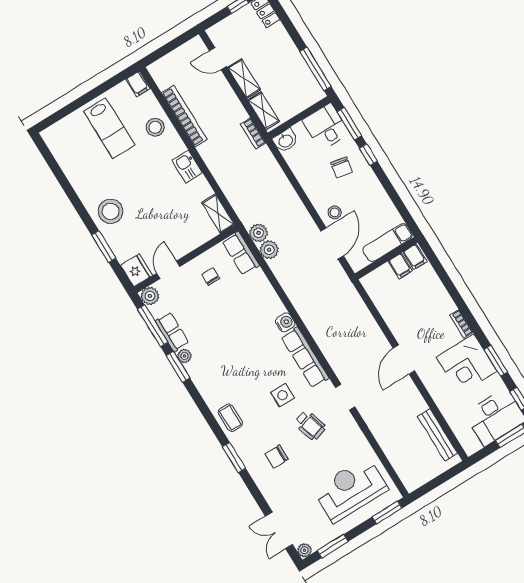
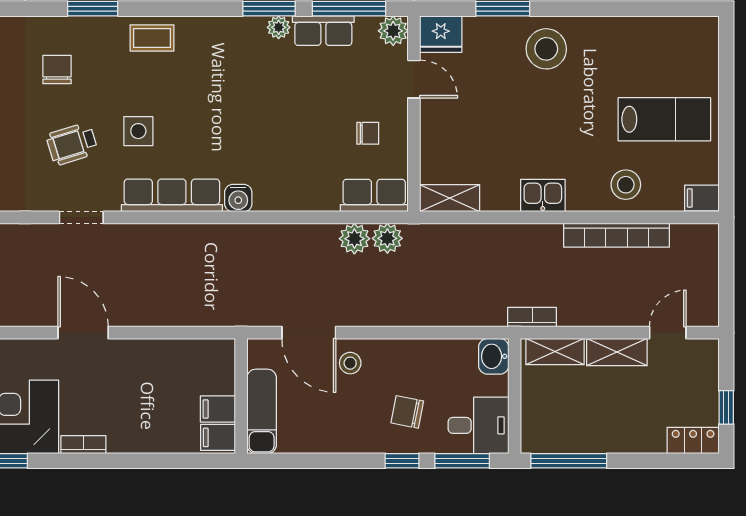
lab bench: (109, 128) -> (664, 119), turned 180

